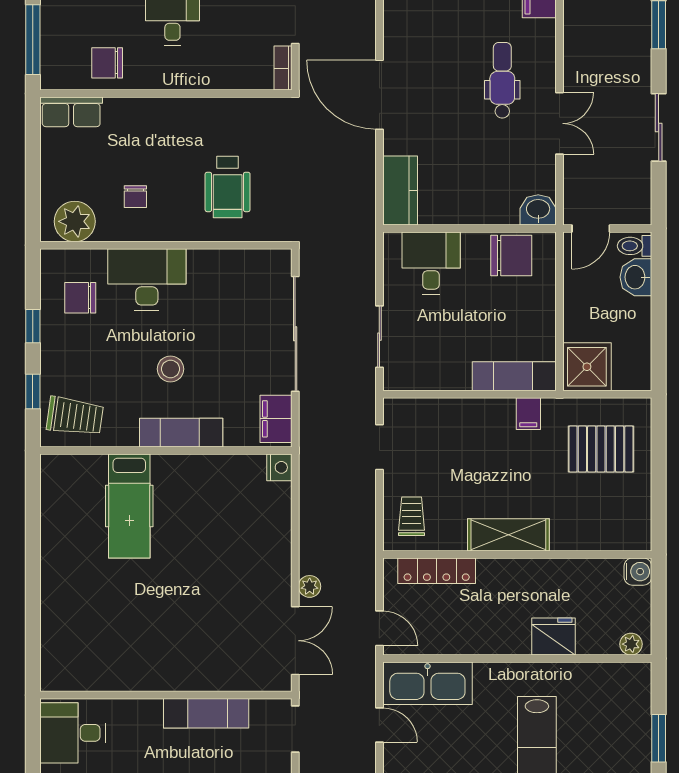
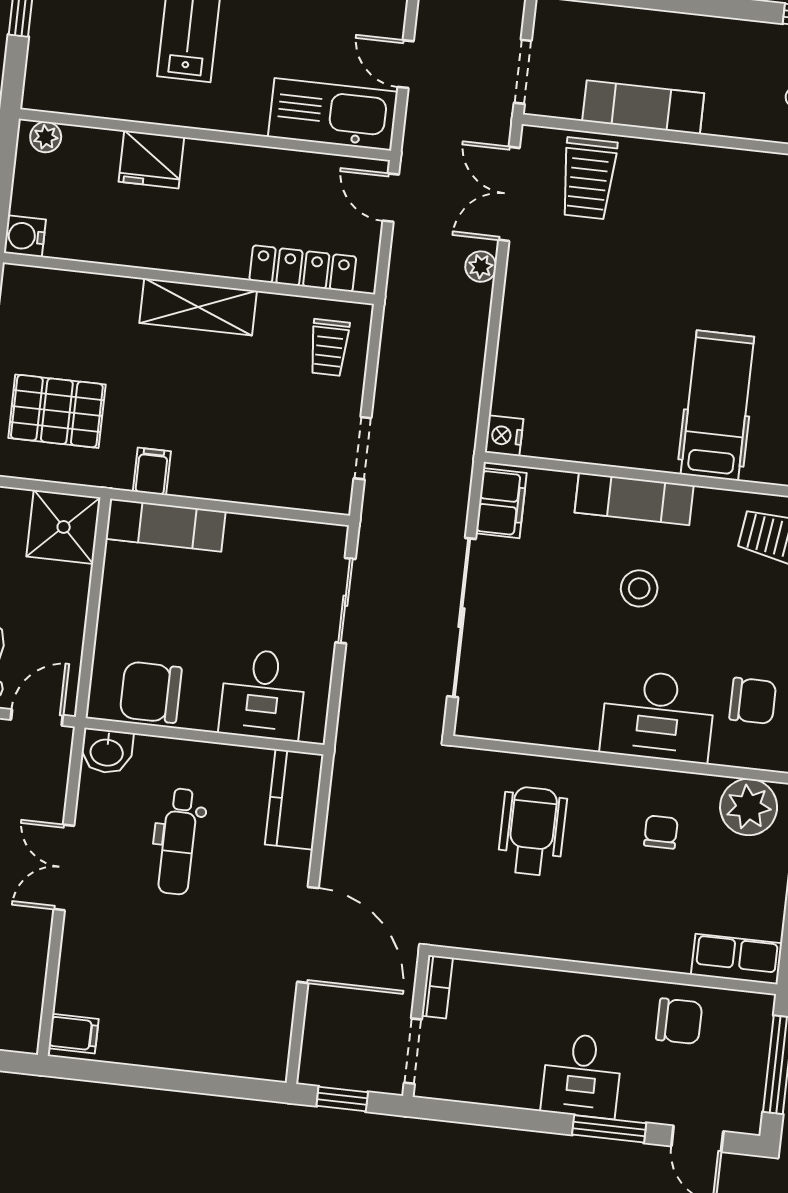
dental chair: (502, 80) -> (178, 841), moved
trolley: (240, 658) -> (588, 178), added

